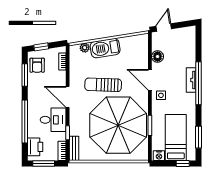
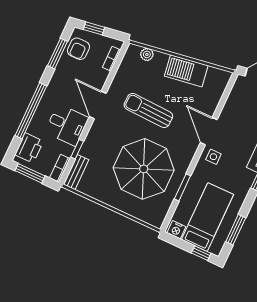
barbecue: (105, 48) -> (186, 71), moved
floor lamp: (158, 57) -> (231, 107), removed
parasol: (118, 125) -> (144, 169), width x0.73, depth x0.73

